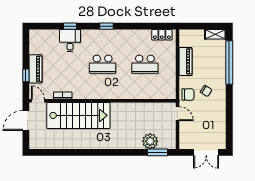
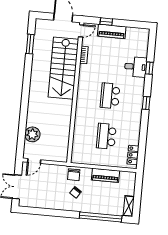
door: (178, 114) -> (34, 161), moved
window: (158, 152) -> (30, 44), moved

